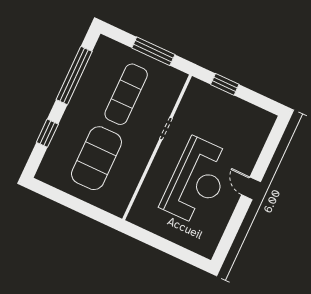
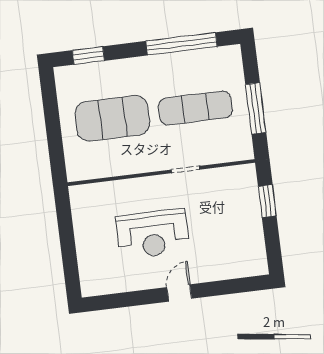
window: (47, 133) -> (88, 55), moved
reception desk: (197, 181) -> (152, 234), width x0.74, depth x0.77

